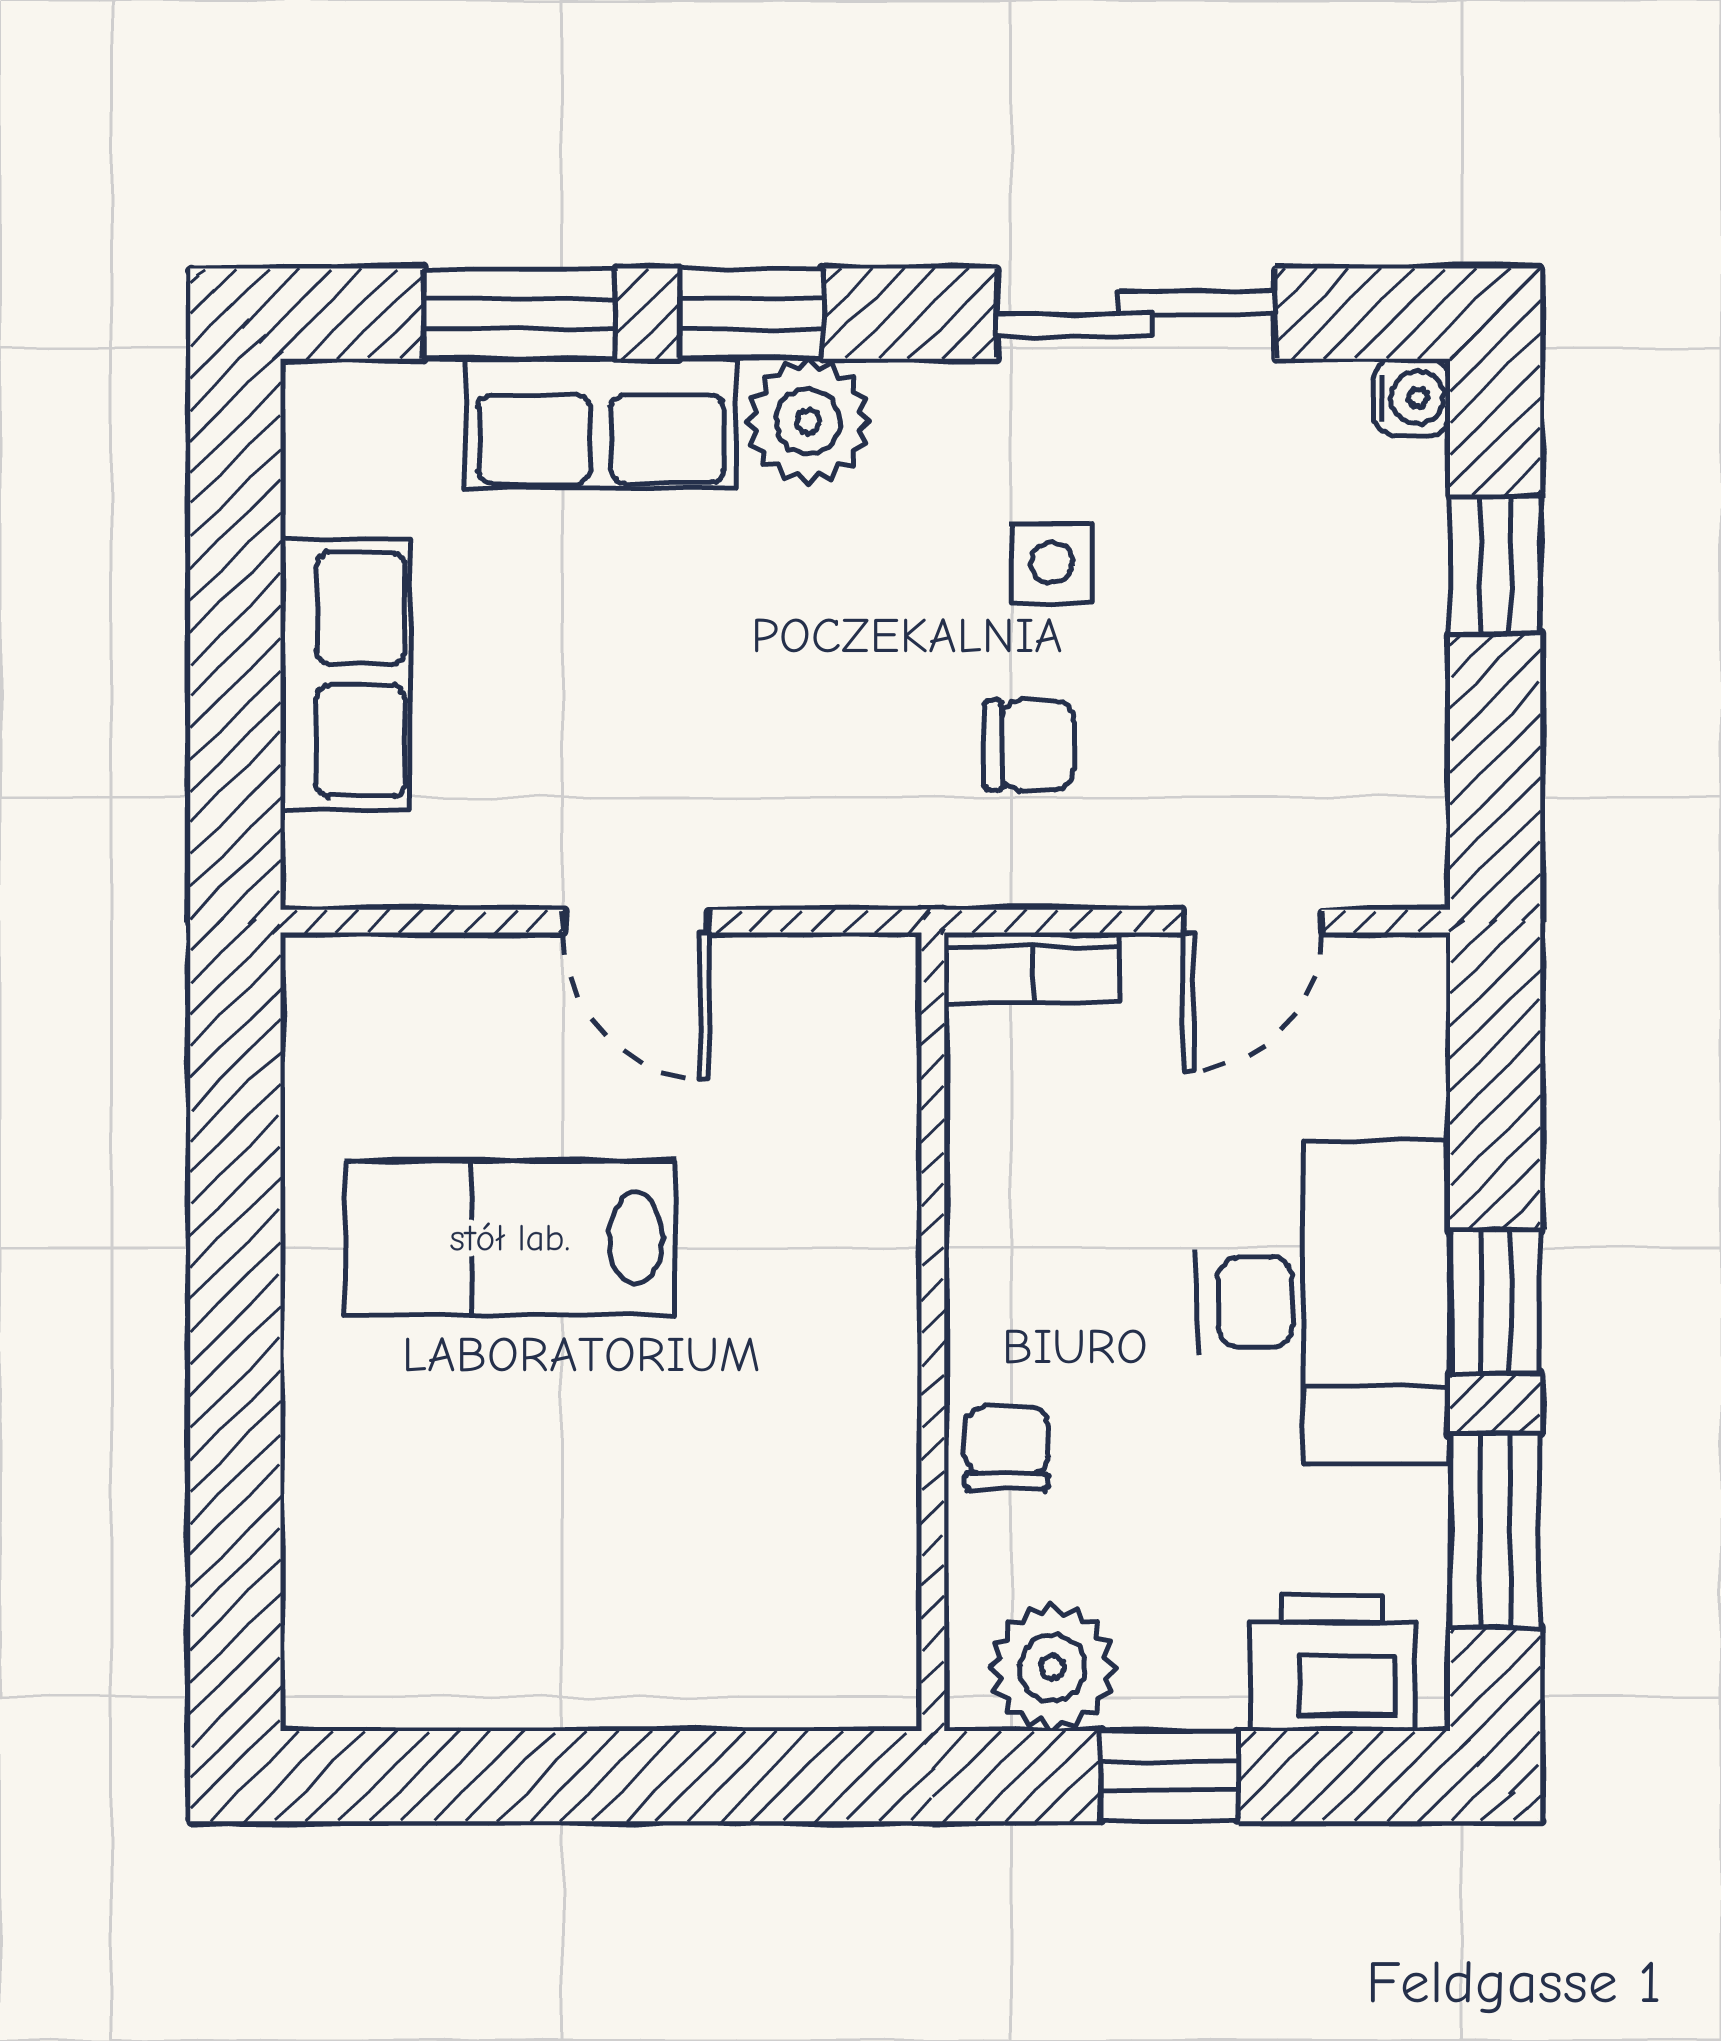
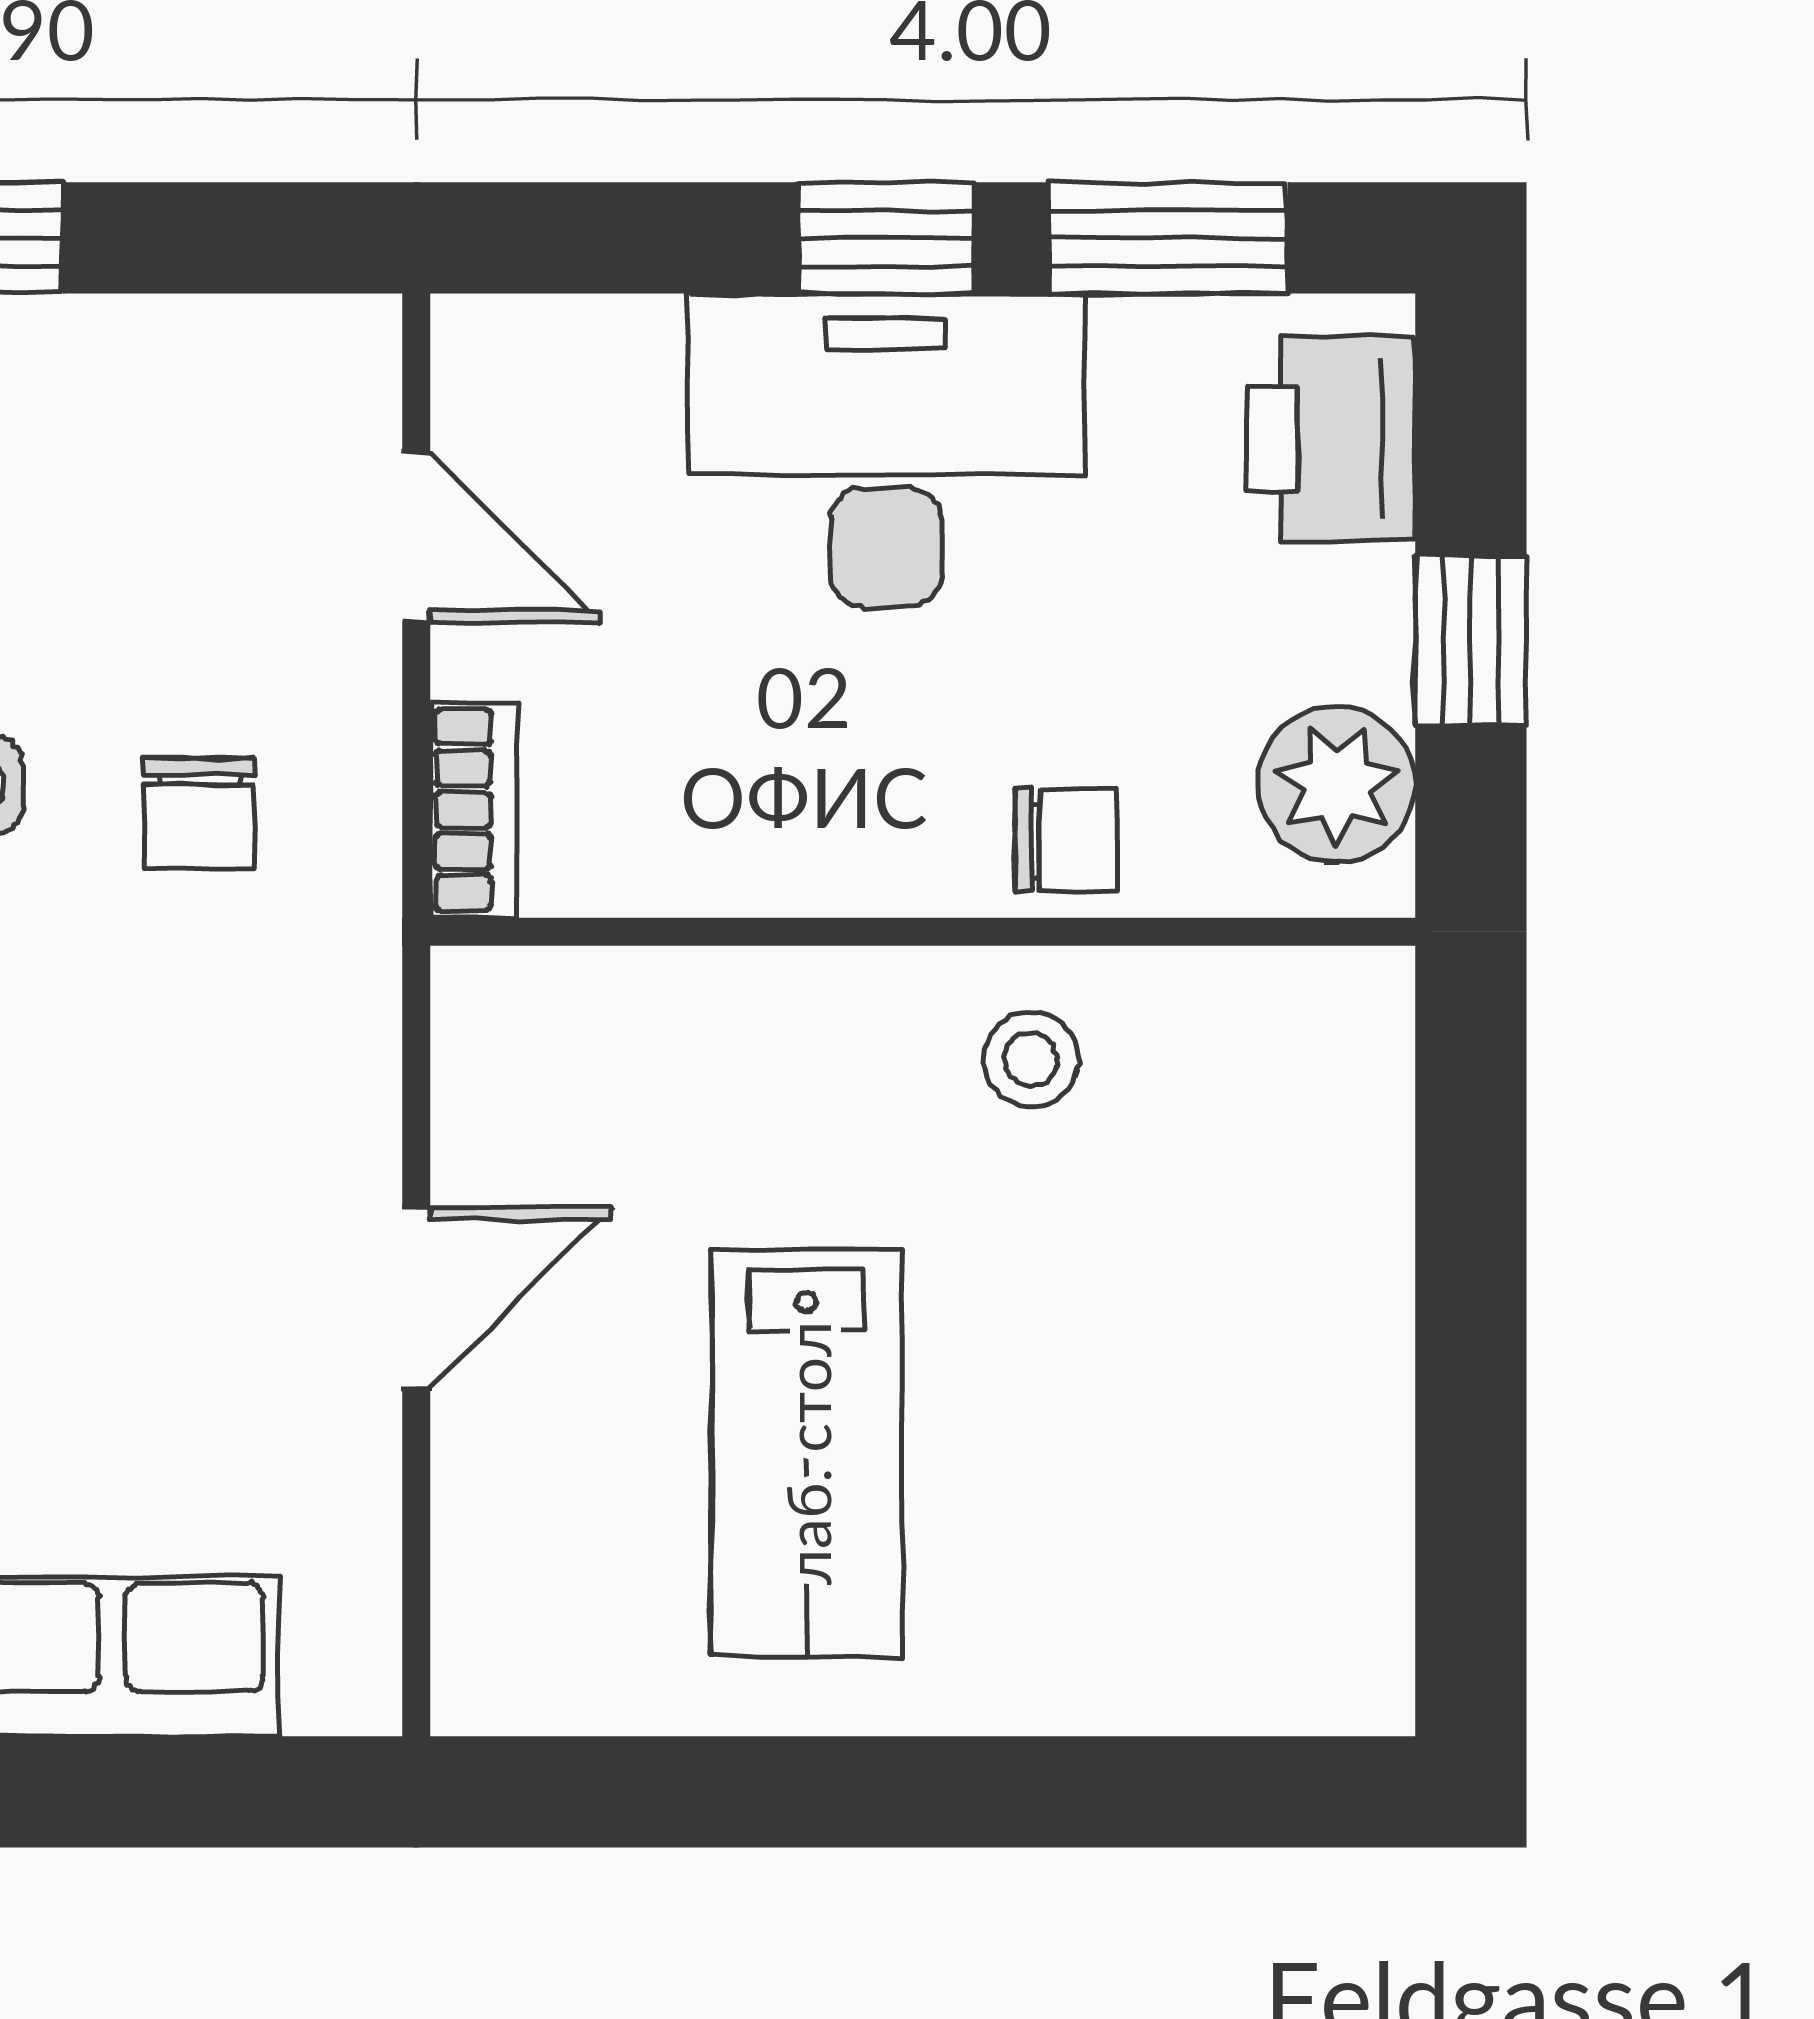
chair: (1029, 745) -> (199, 813), turned 180
stool: (829, 1419) -> (1031, 1059), added
chair: (1007, 1448) -> (1066, 840), turned 180

